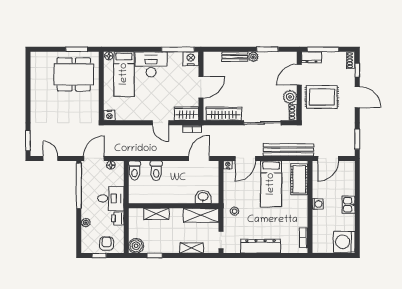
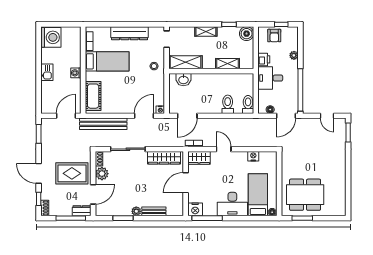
nightstand: (109, 115) -> (253, 156), moved
bed: (271, 184) -> (107, 61), moved, turned 90
shelving: (192, 248) -> (206, 32), moved

